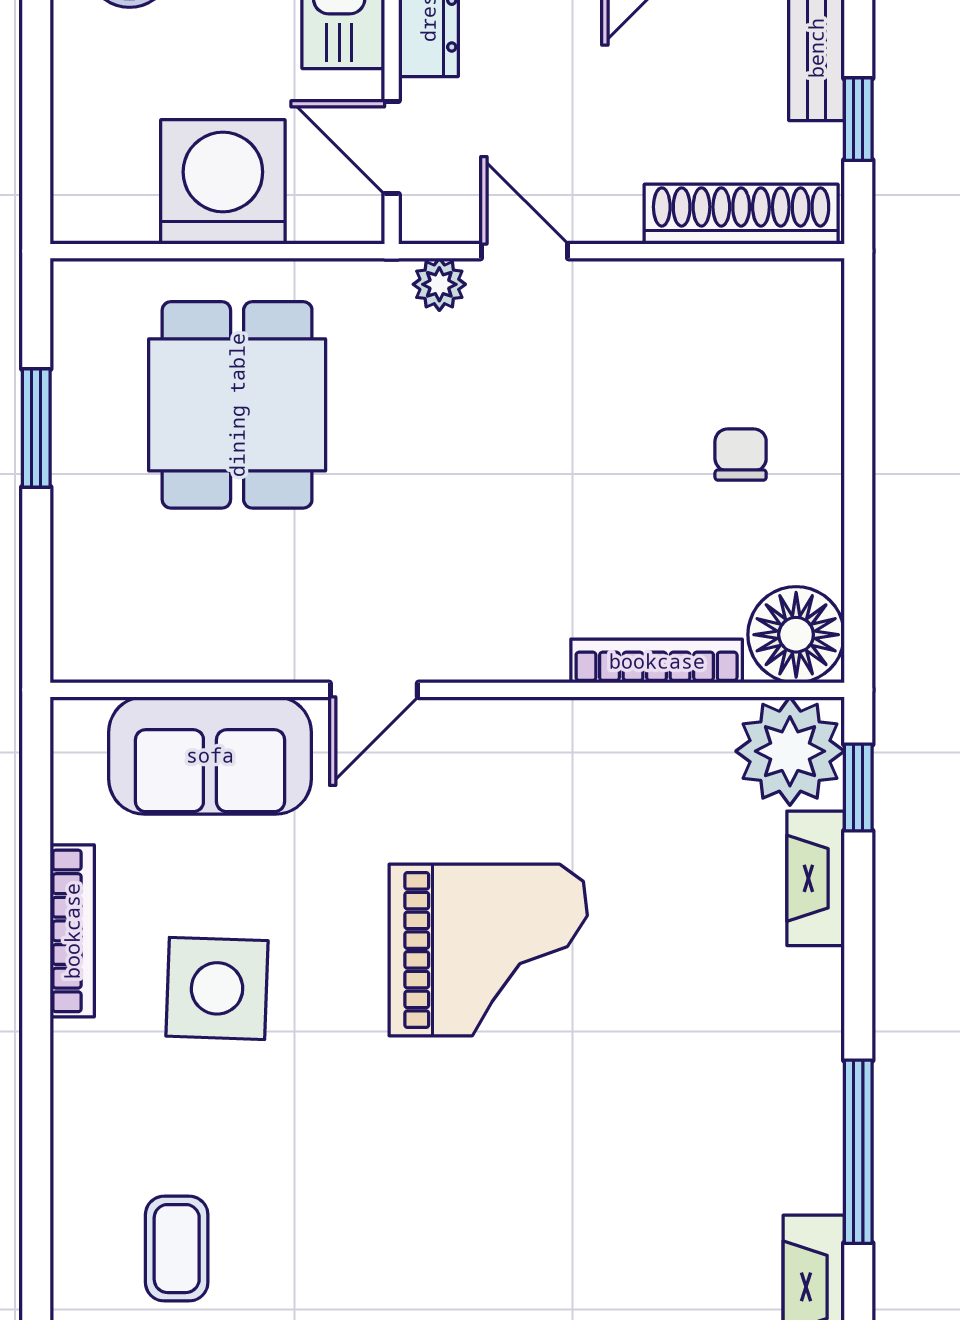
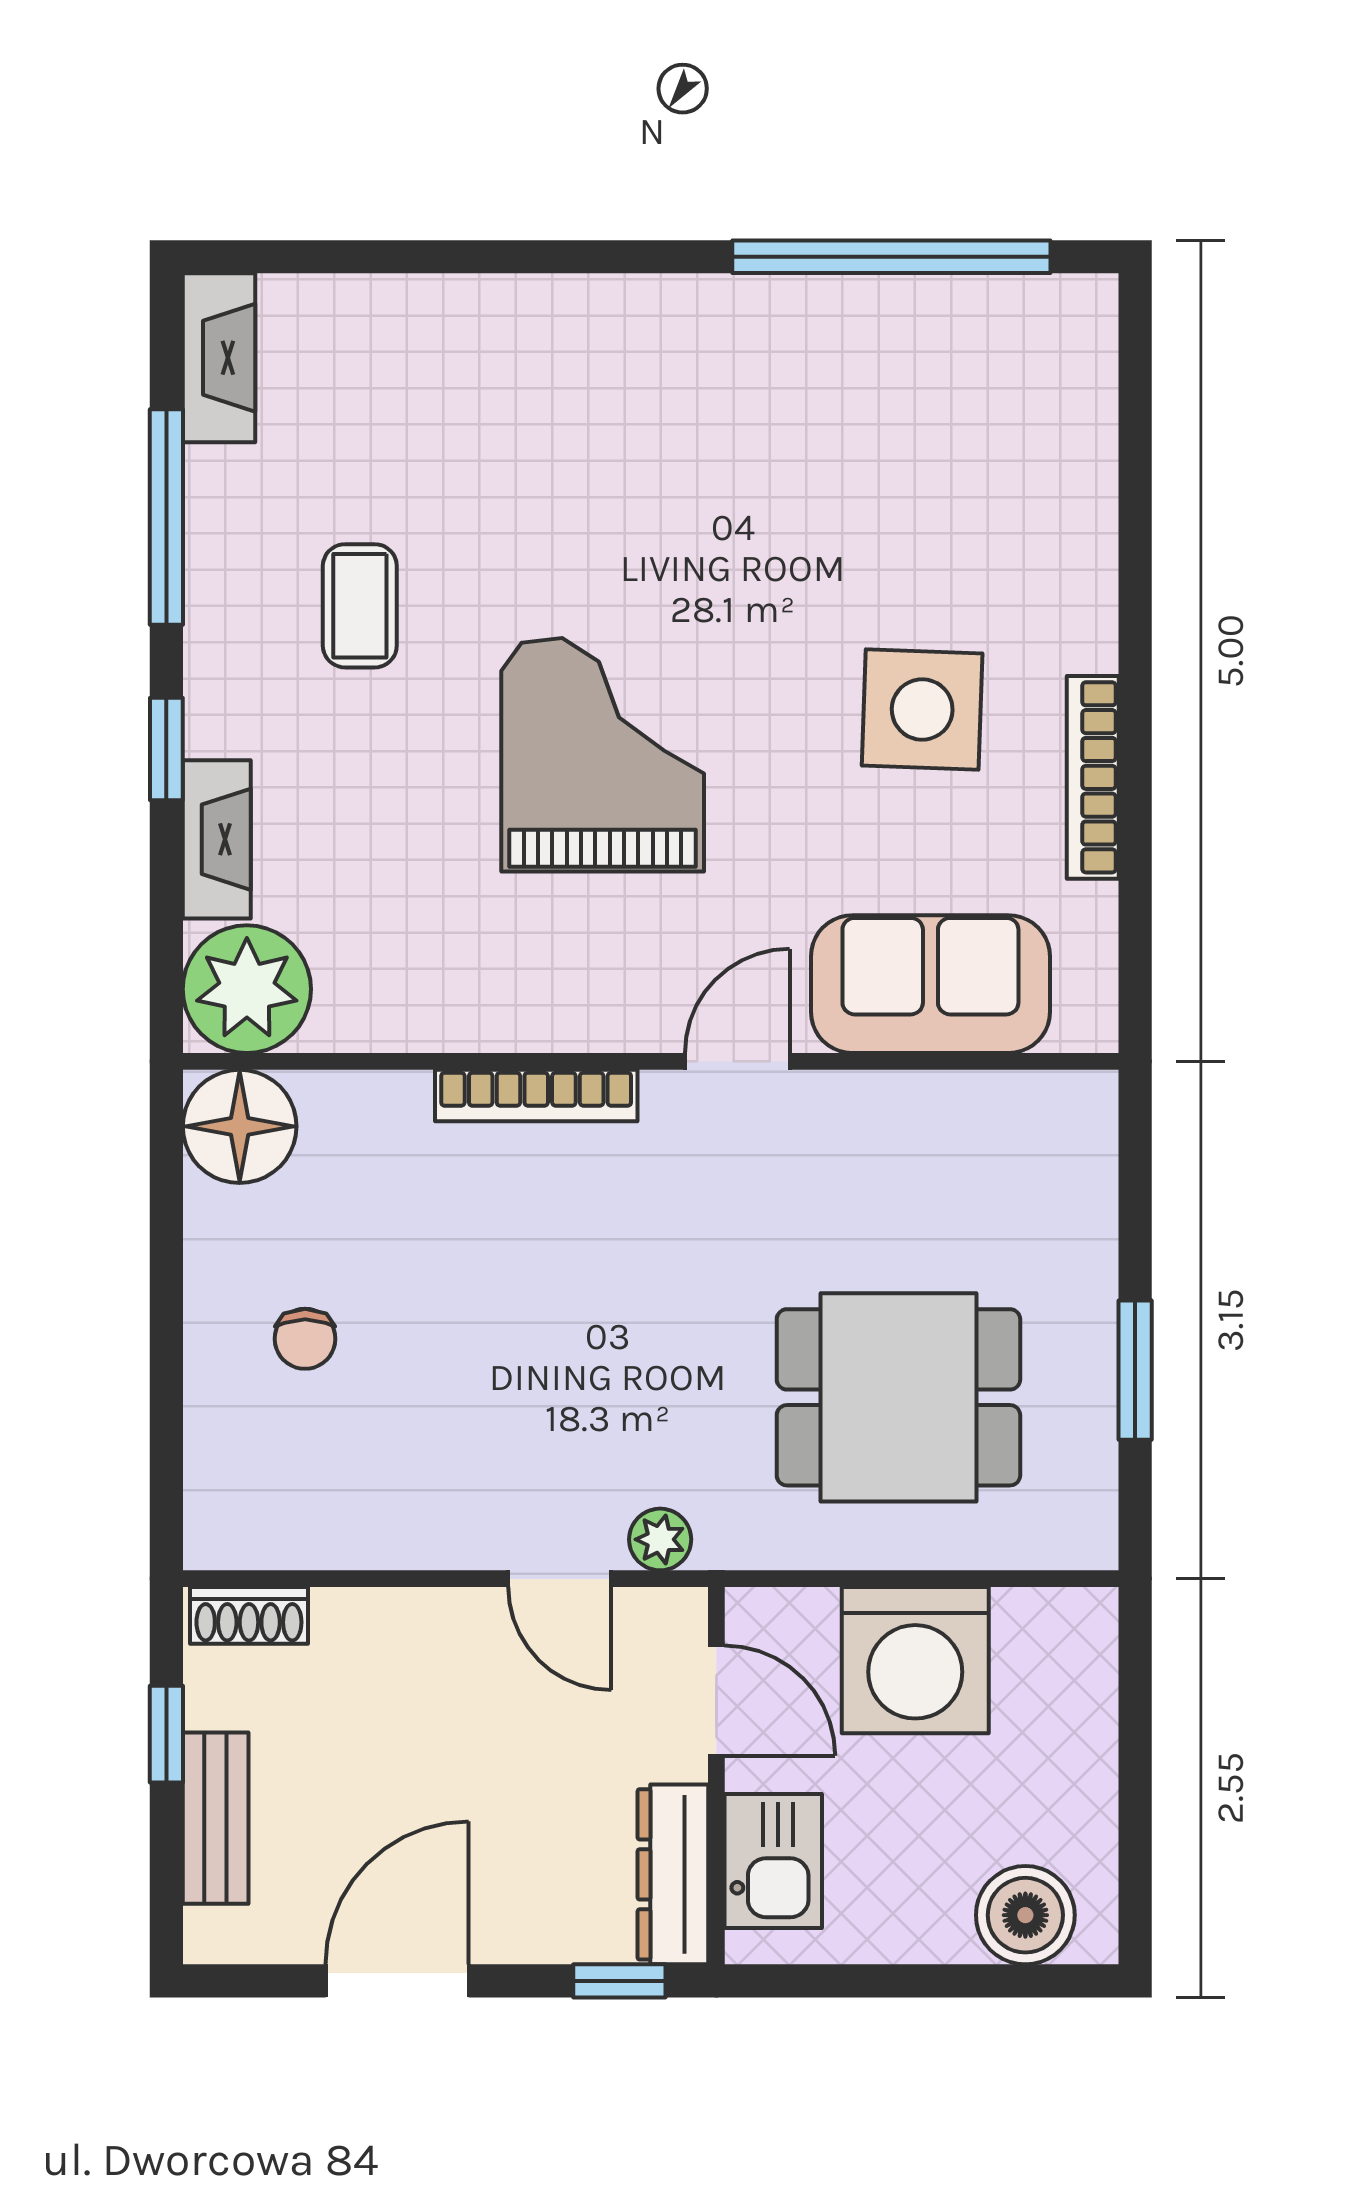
shoe rack: (741, 214) -> (249, 1615), width x0.51, depth x0.81
dining table: (237, 405) -> (898, 1397), turned 90
bookcase: (657, 661) -> (536, 1095), moved
window: (858, 788) -> (166, 749), moved
grand piano: (488, 950) -> (603, 755), turned 90
coffee table: (177, 1249) -> (360, 606), moved

